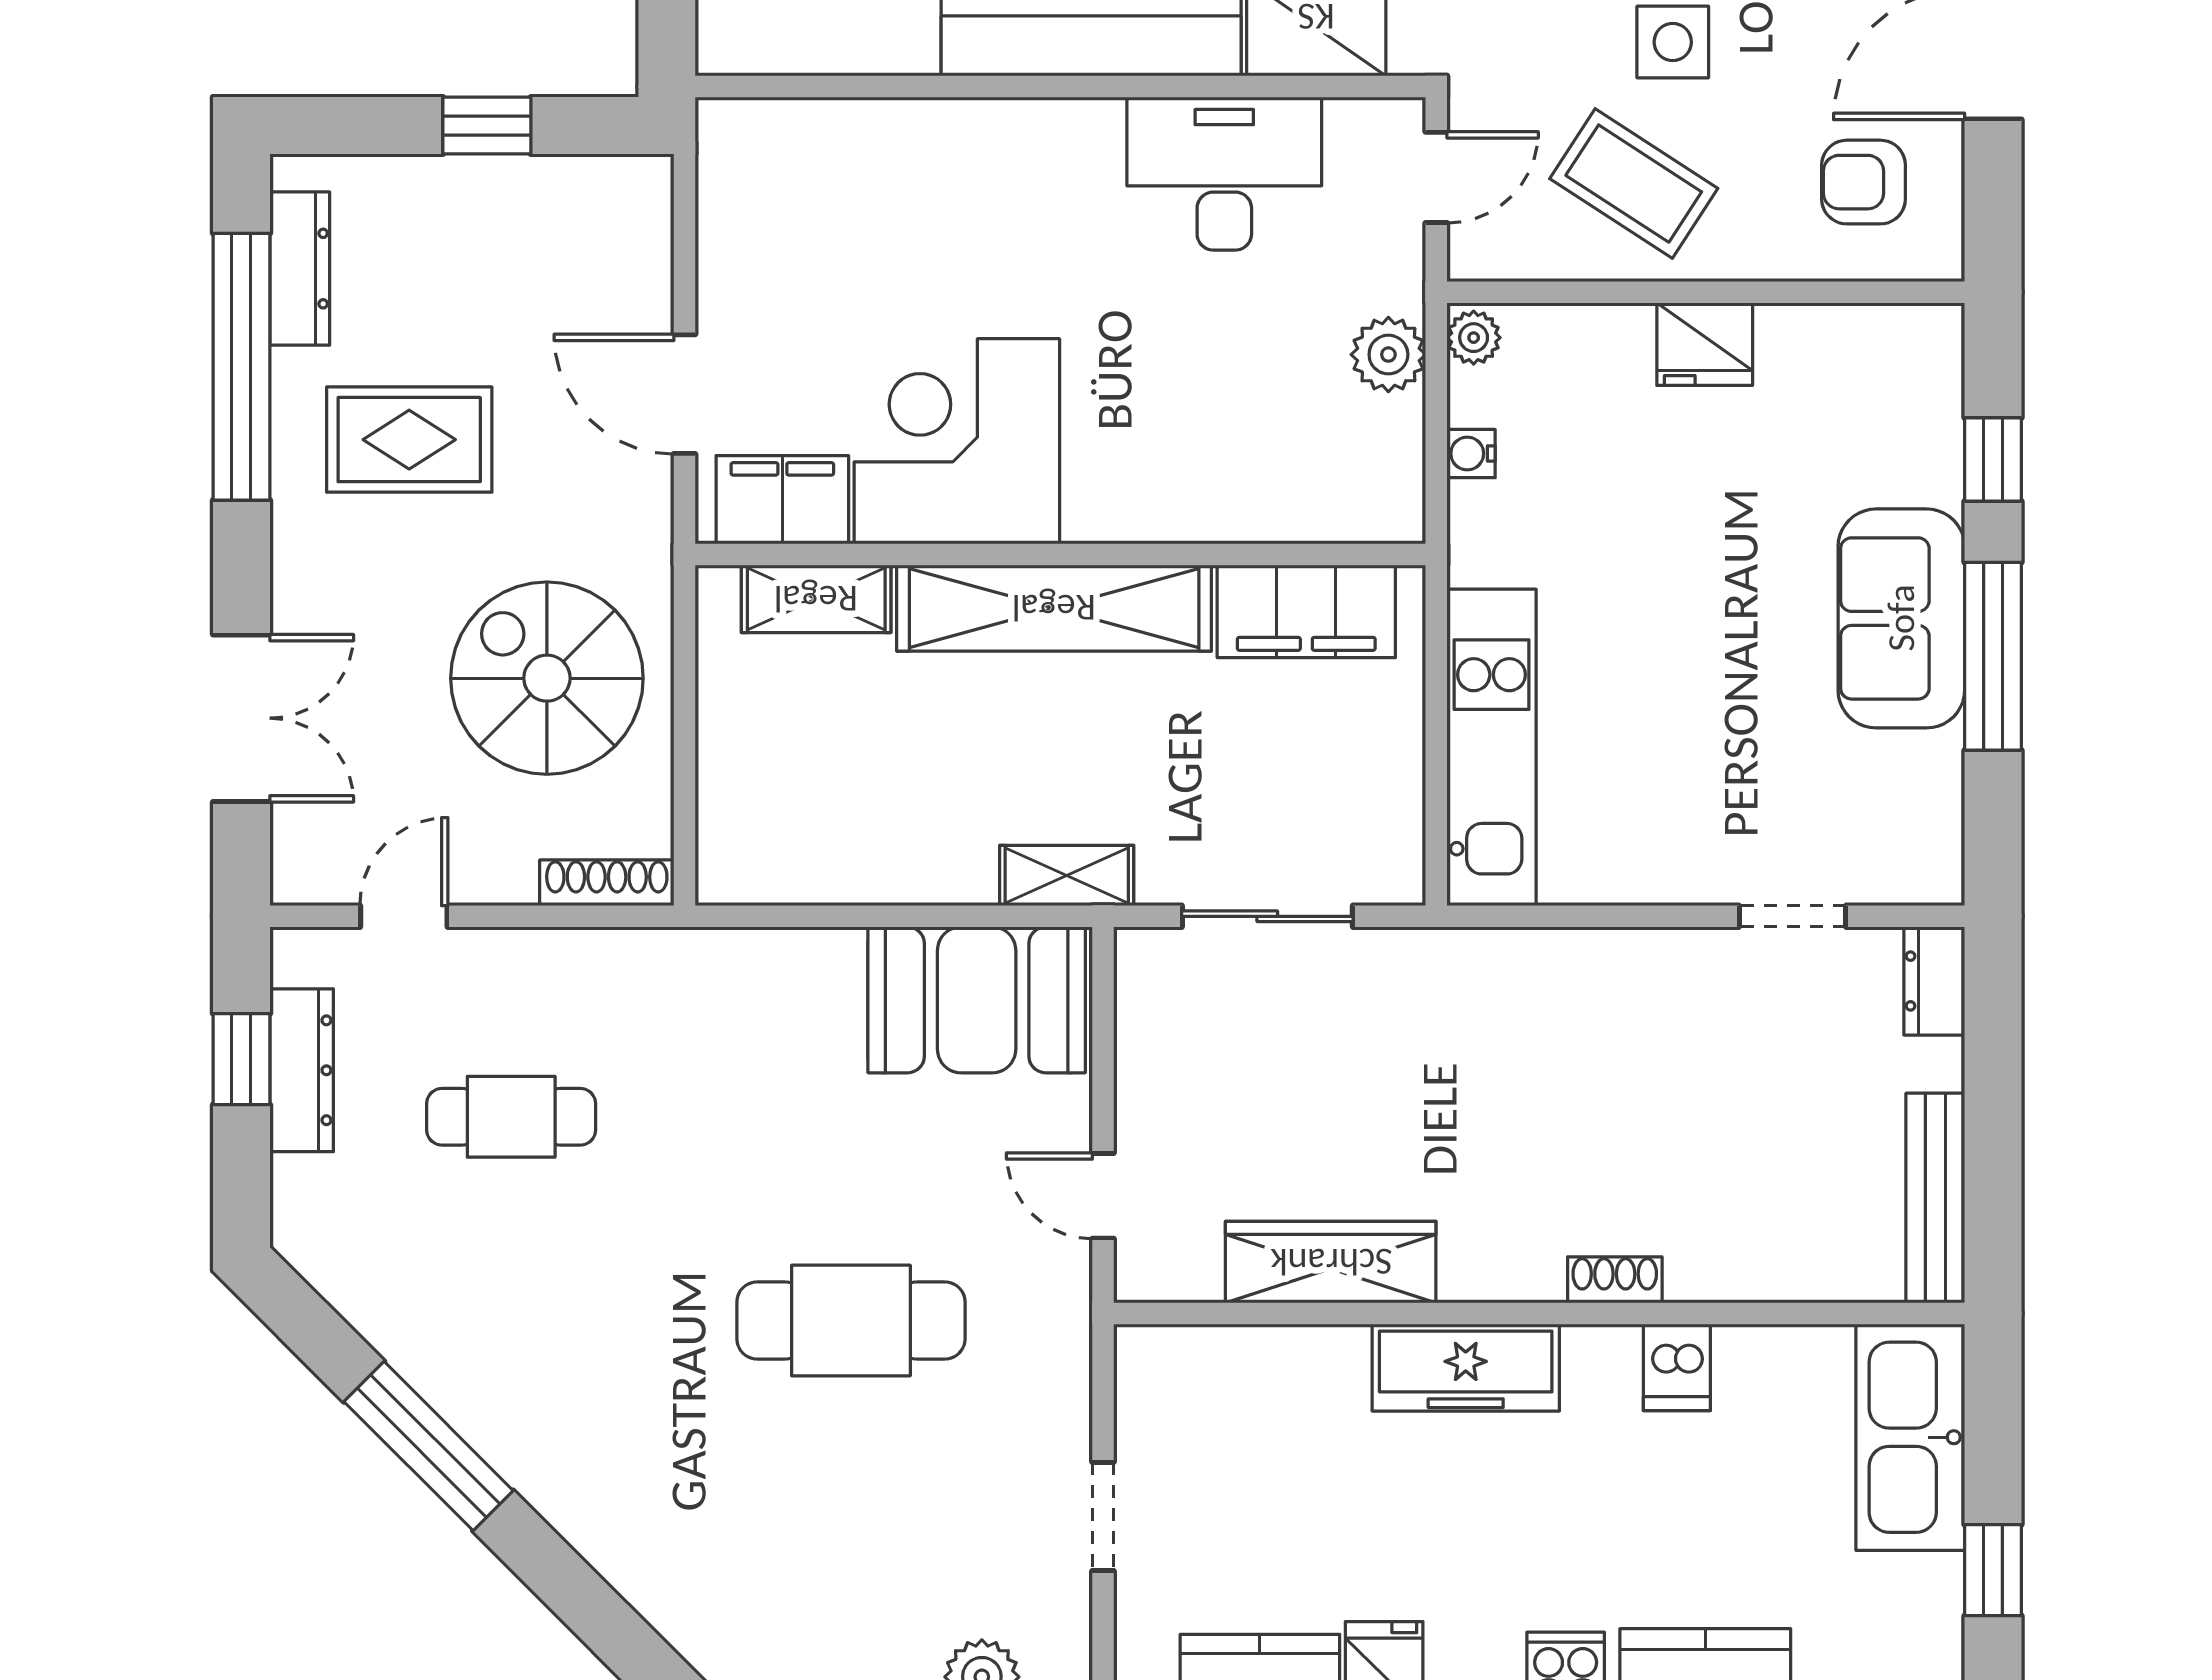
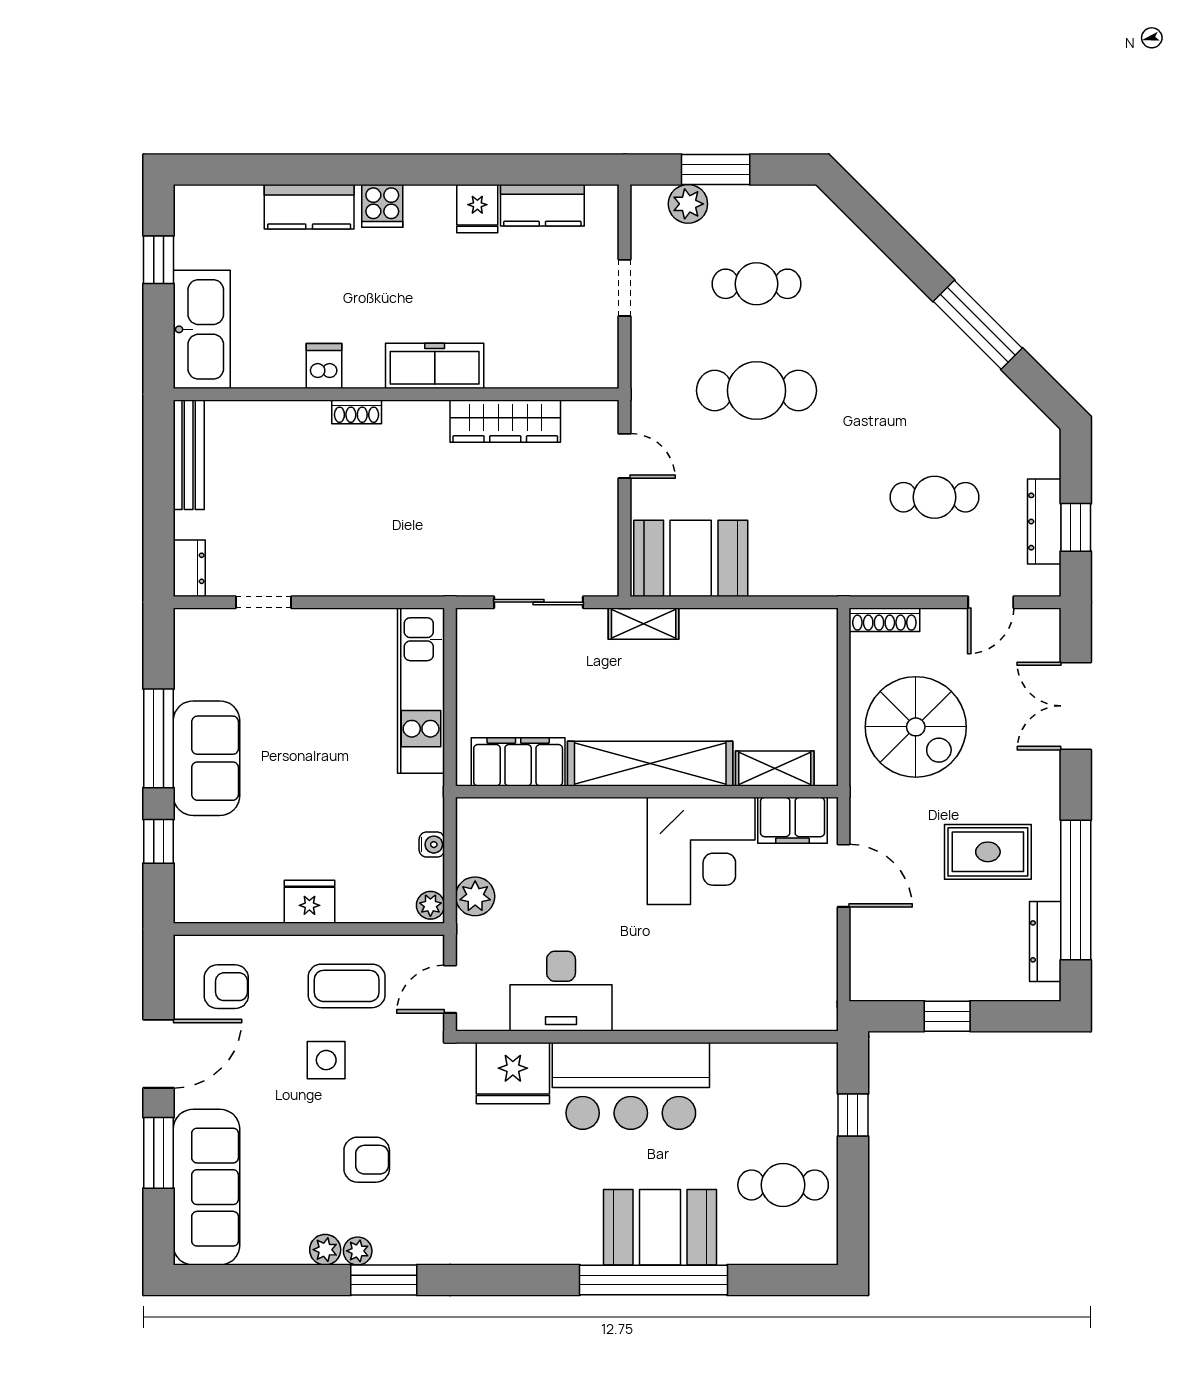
coffee table: (1634, 184) -> (347, 986), turned -33
cafe table: (851, 1524) -> (757, 284), added

